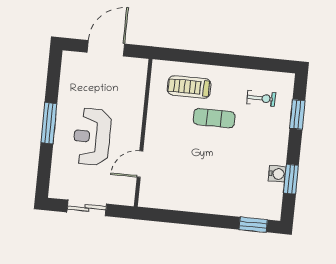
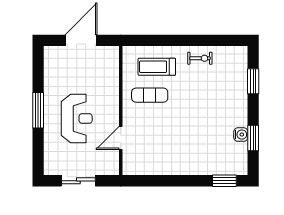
exercise bike: (261, 98) -> (200, 58), moved
exercise mat: (214, 118) -> (150, 95), moved
reception desk: (92, 137) -> (77, 118), turned 180

